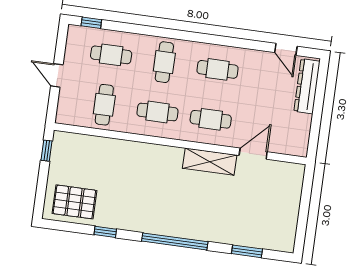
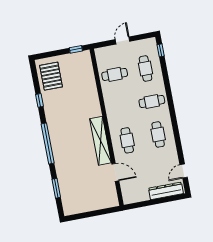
cafe table: (157, 112) -> (121, 107), removed
shelving: (210, 162) -> (100, 141), width x1.47

